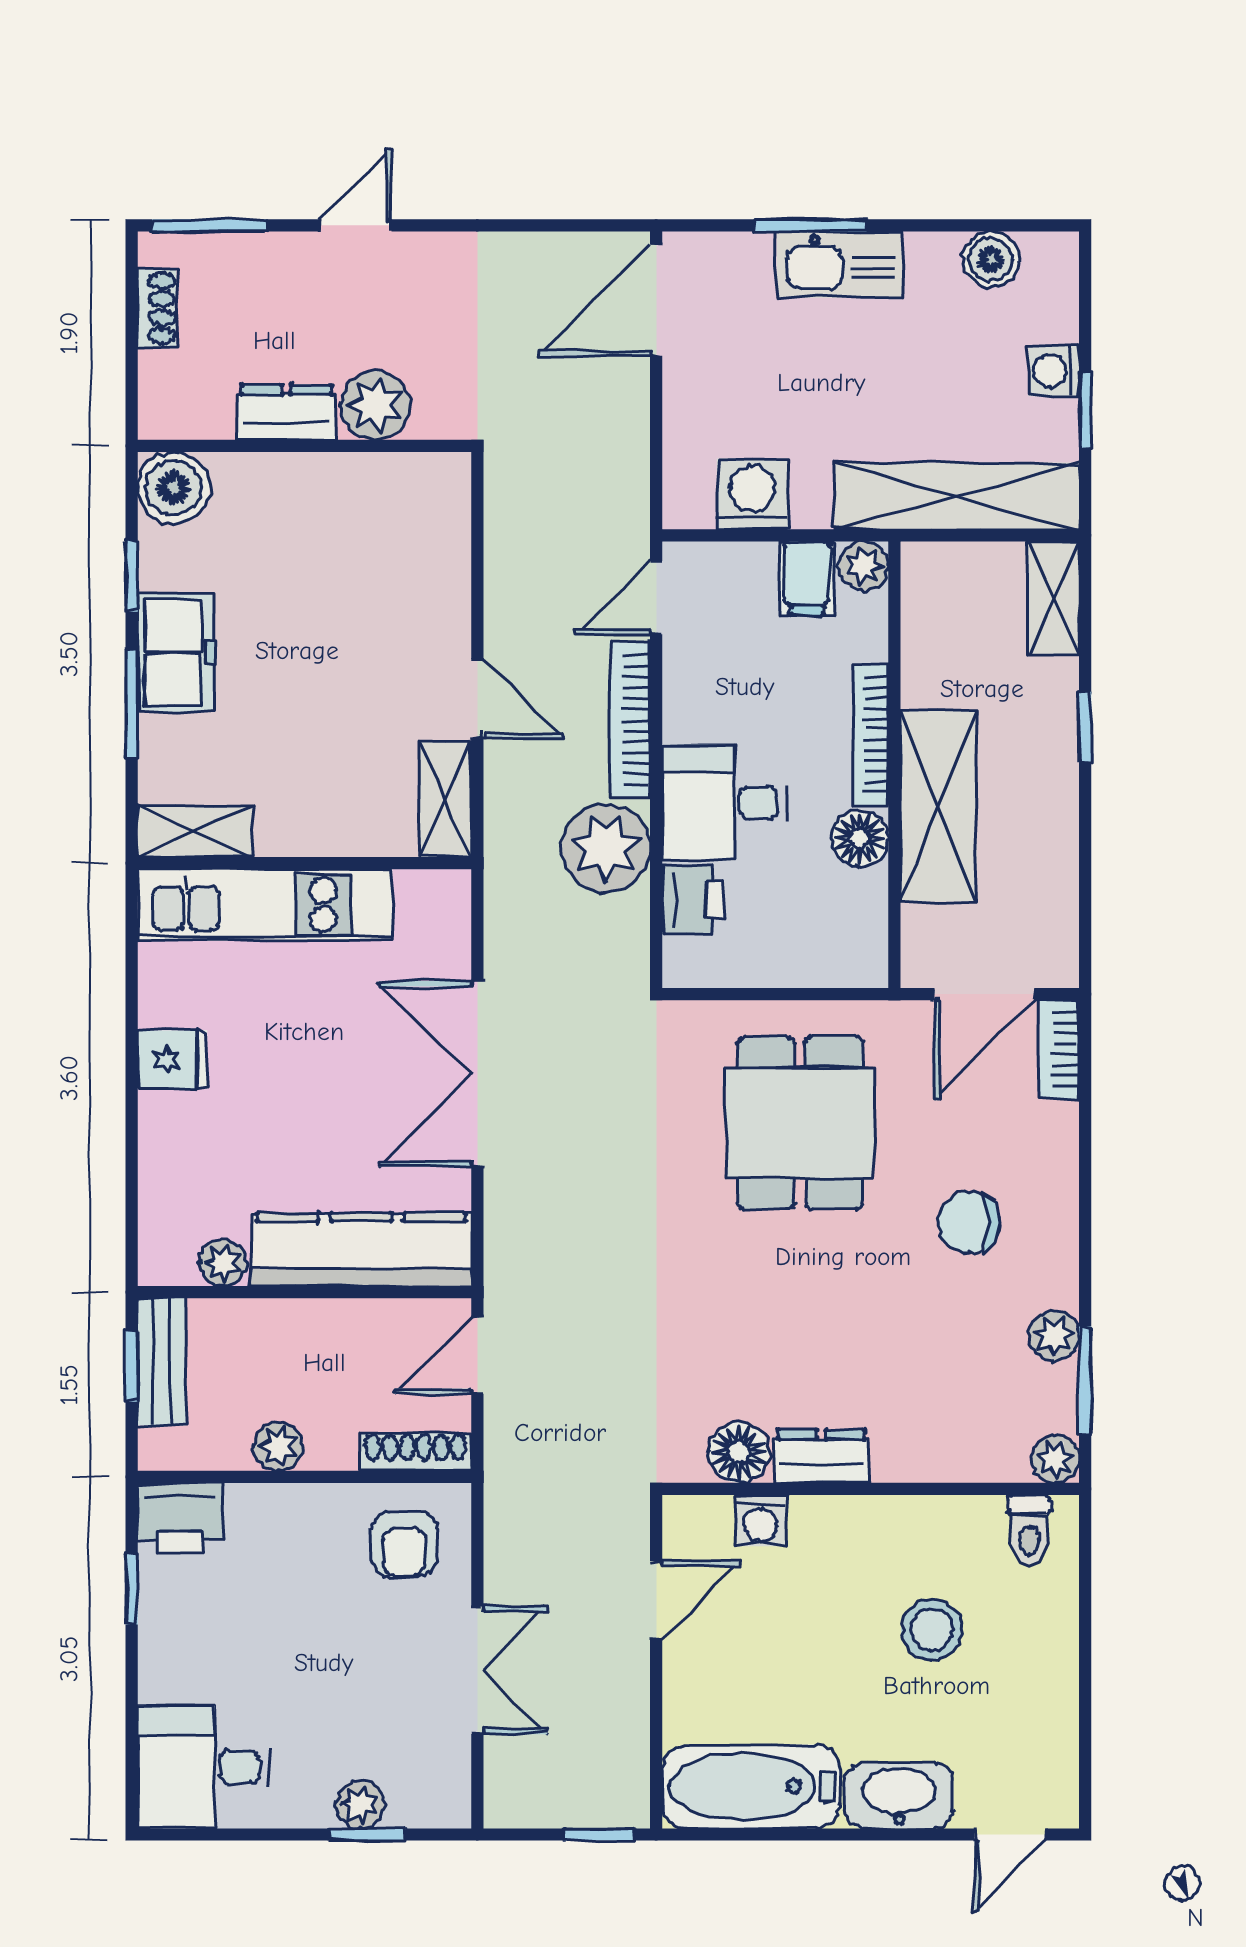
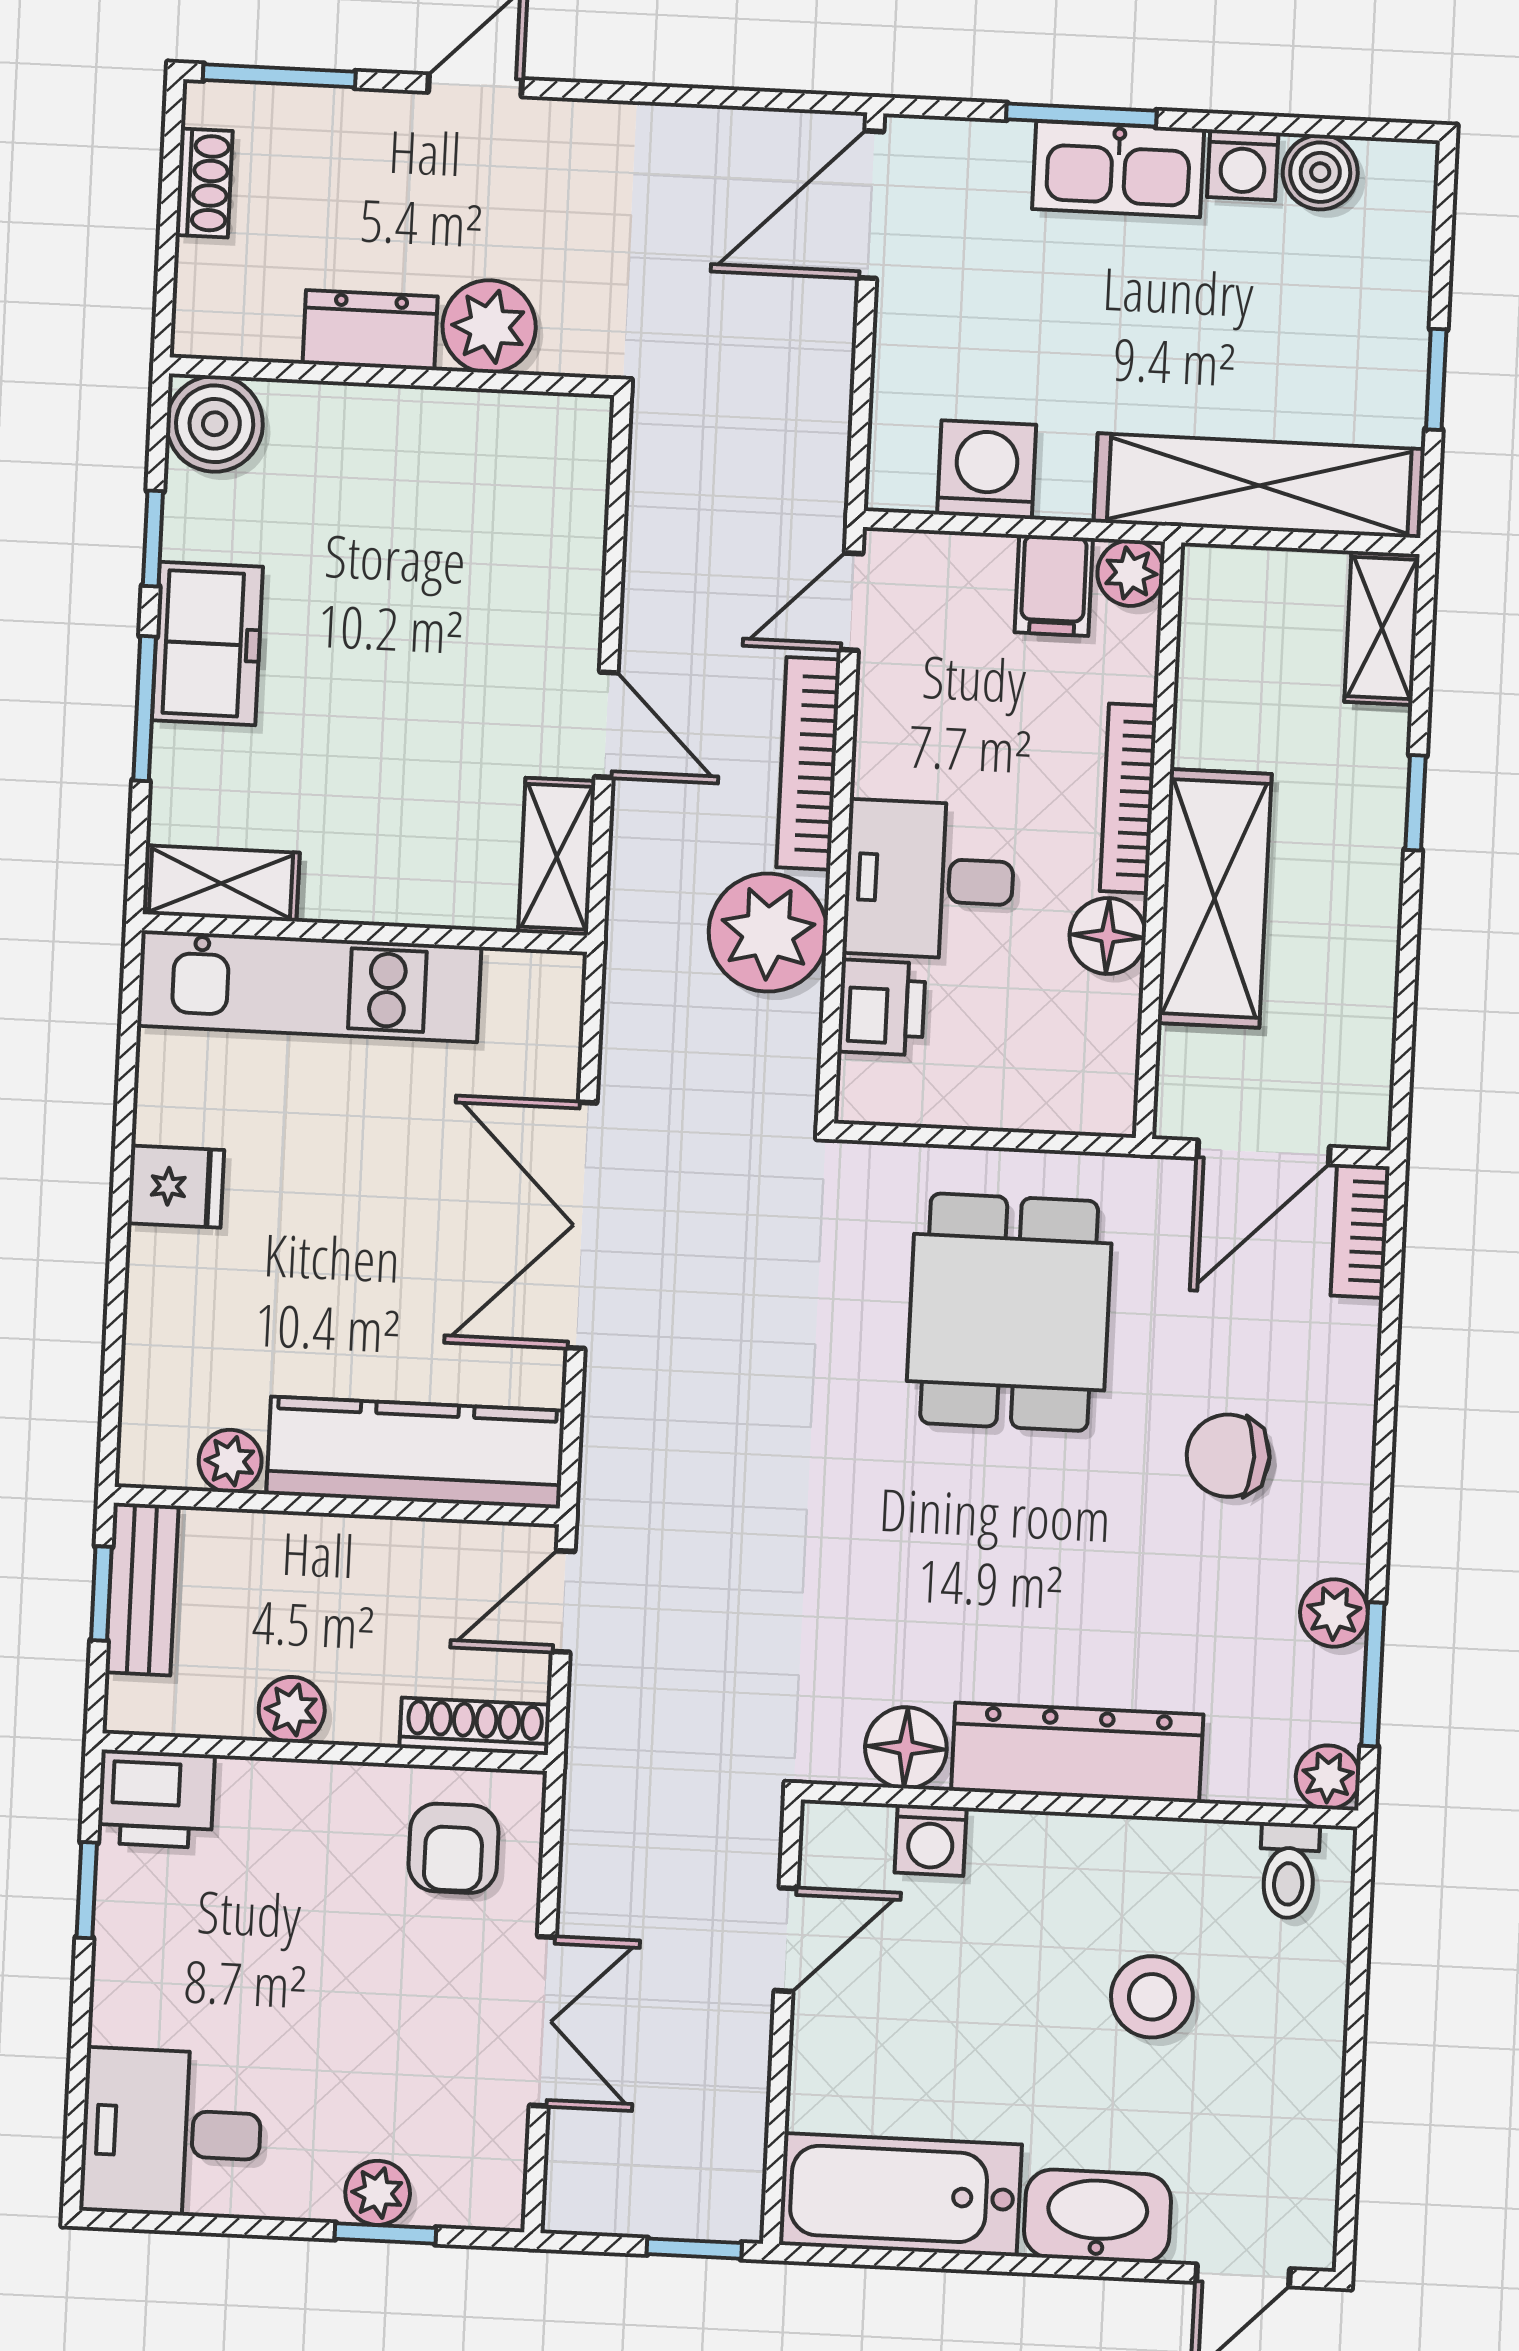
washing machine: (1054, 371) -> (1243, 165), moved, turned -90
dresser: (821, 1456) -> (1077, 1753), width x1.96, depth x1.24

